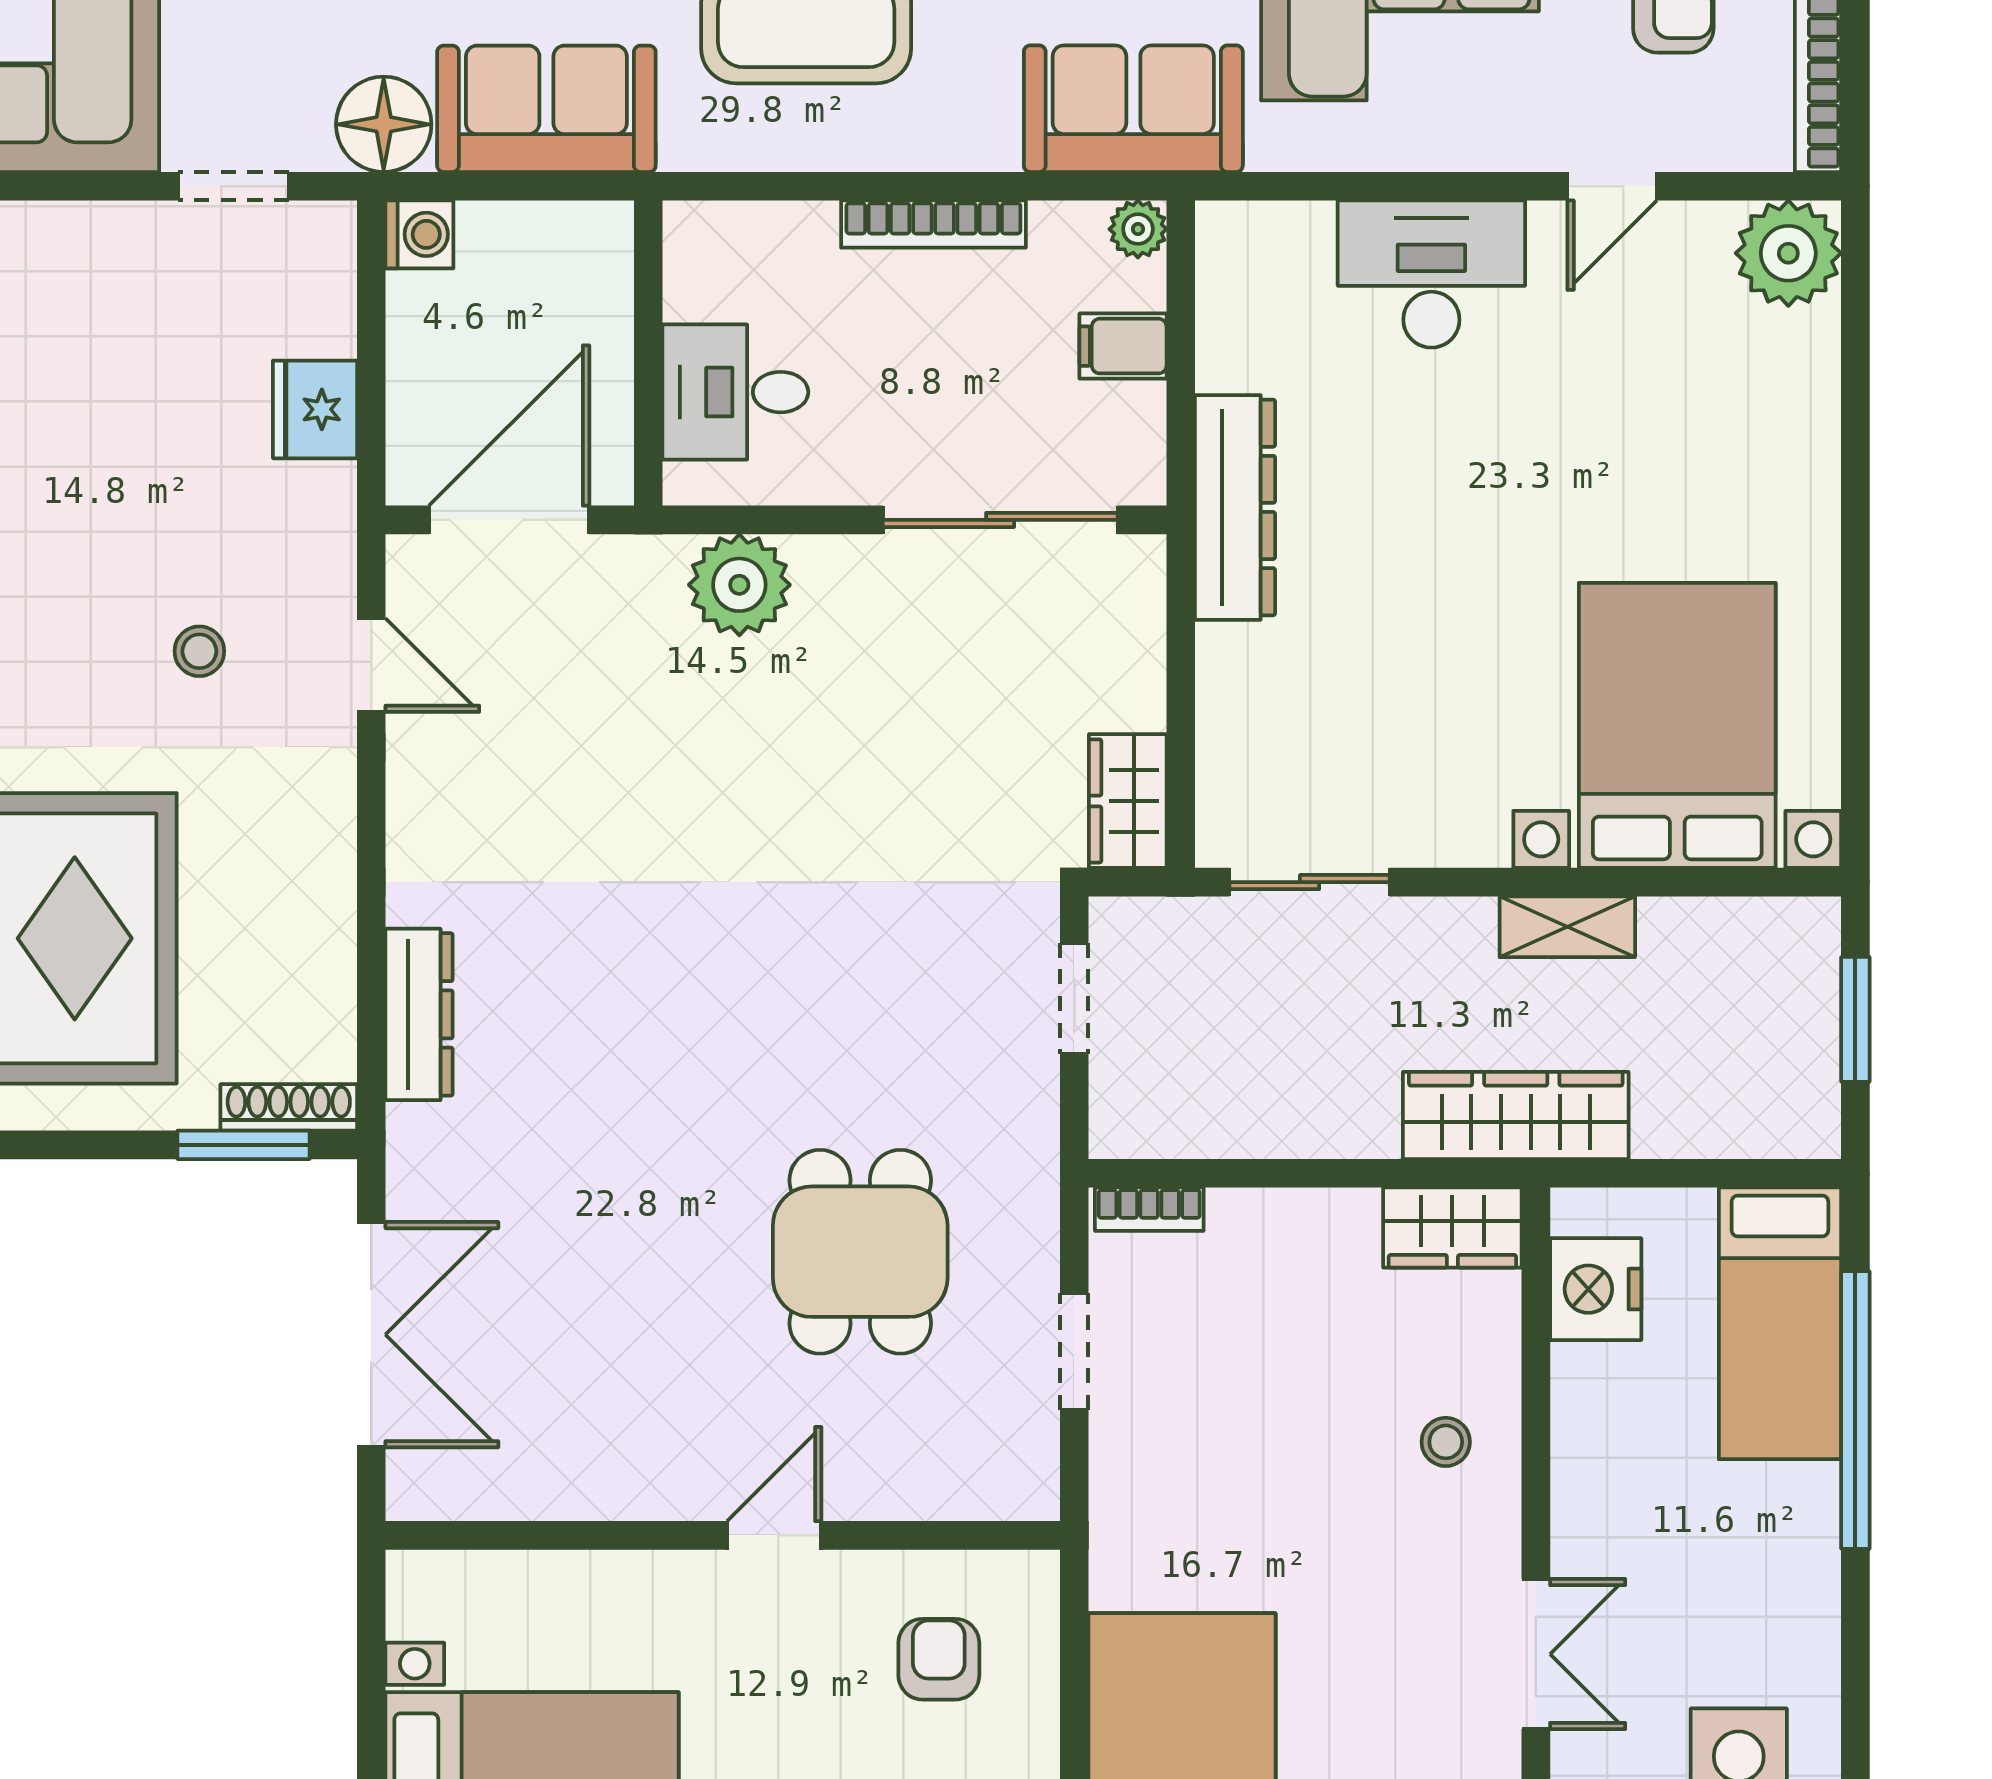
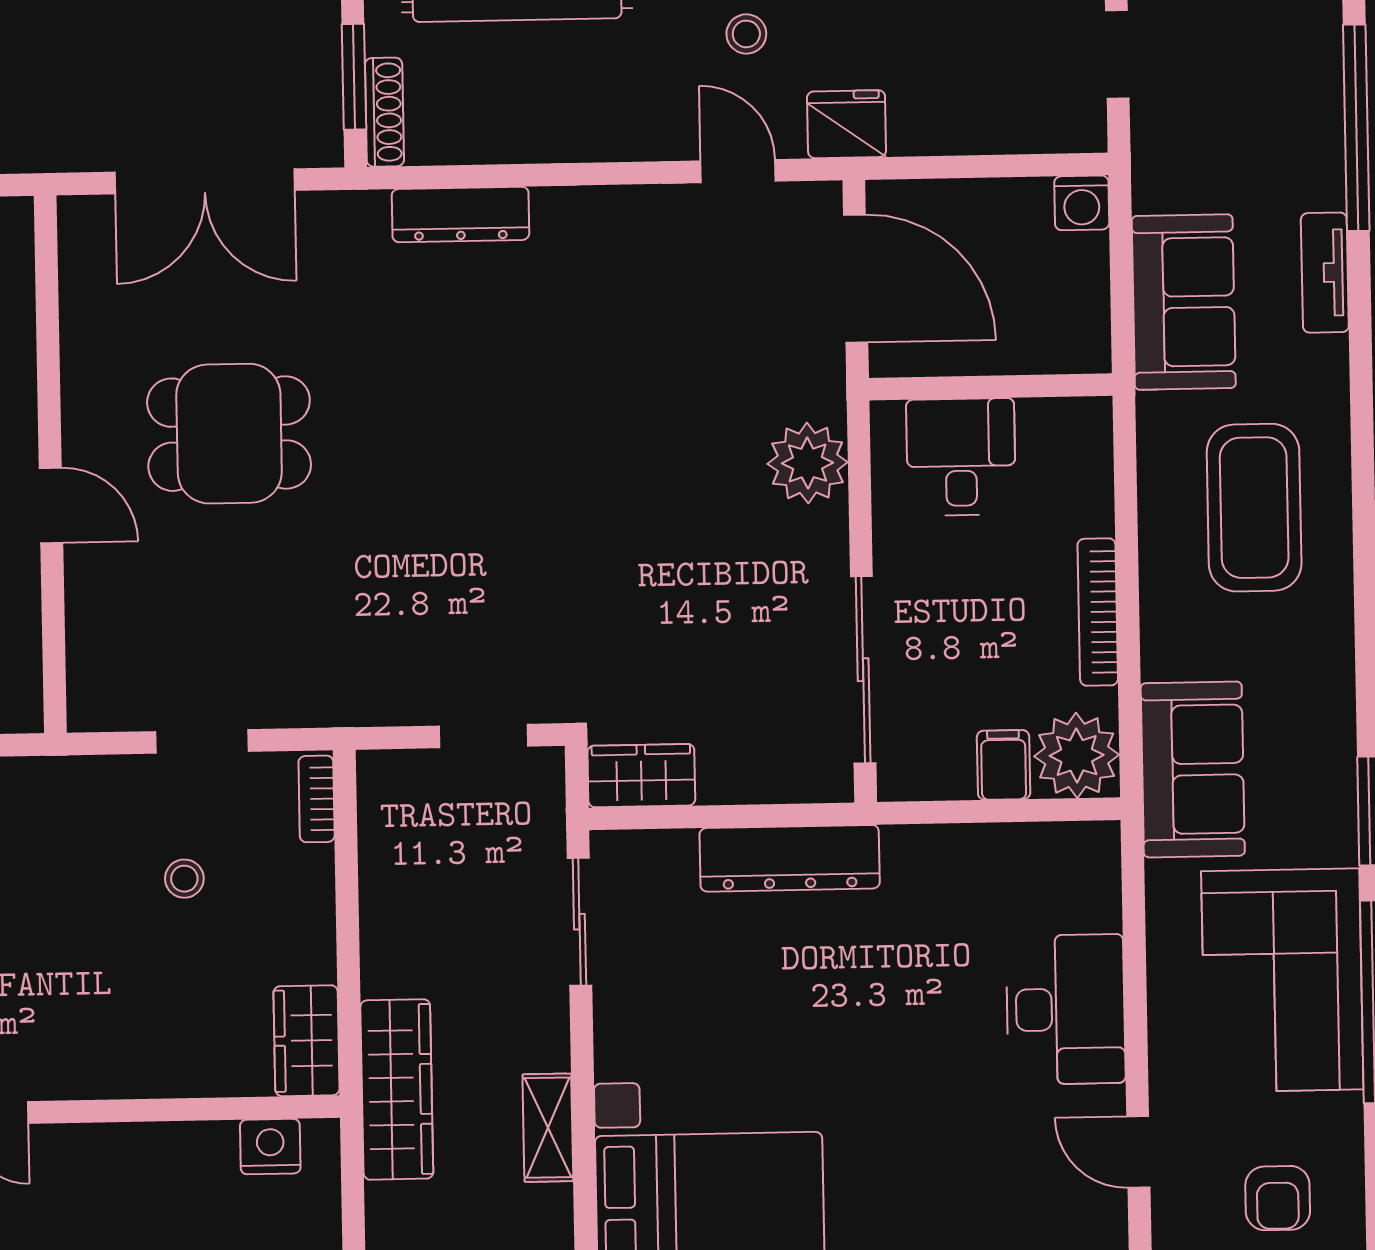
floor lamp: (384, 124) -> (1169, 173), removed
plant: (1138, 229) -> (1077, 755), width x1.88, depth x1.88
fridge: (315, 409) -> (847, 124), moved
dresser: (1235, 507) -> (790, 858), moved
door: (371, 665) -> (738, 171), swing flipped
dining table: (860, 1252) -> (229, 434), moved
nightstand: (1596, 1289) -> (270, 1147), width x0.74, depth x0.75
stool: (1446, 1442) -> (184, 879), moved

